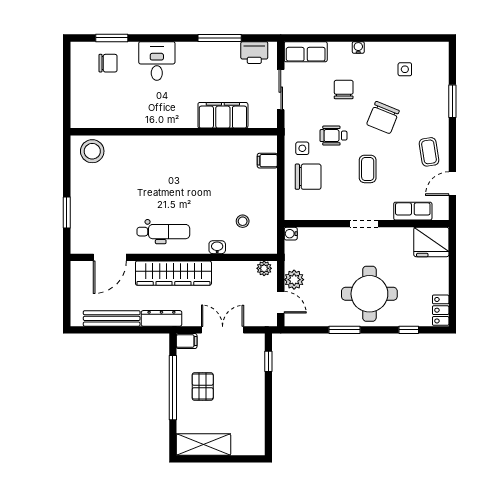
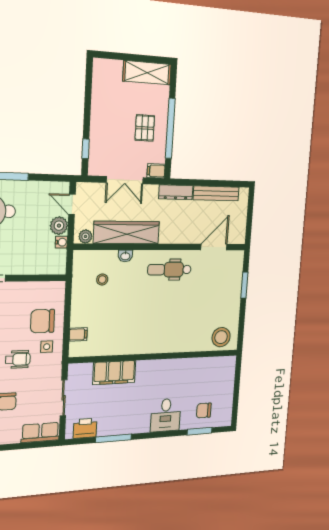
water cooler: (291, 234) -> (61, 242), moved
wardrobe: (173, 273) -> (126, 232), moved

